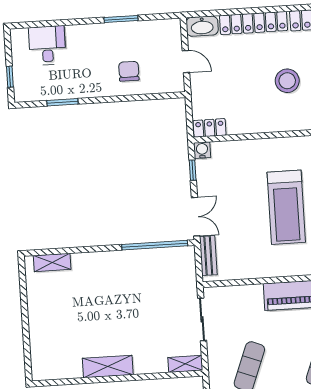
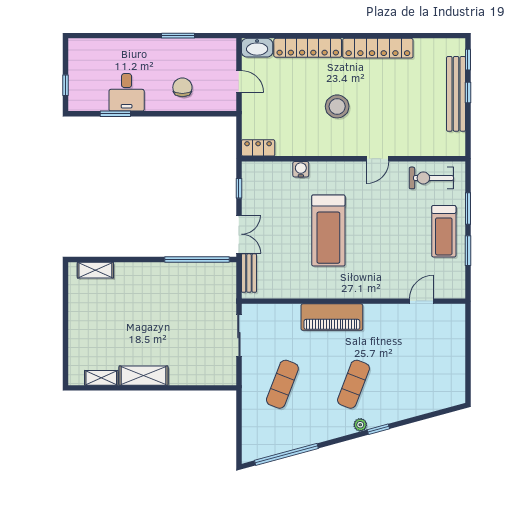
desk: (47, 45) -> (127, 92), moved, turned 180
water cooler: (202, 150) -> (301, 169), moved
shelving: (185, 364) -> (101, 378), moved

